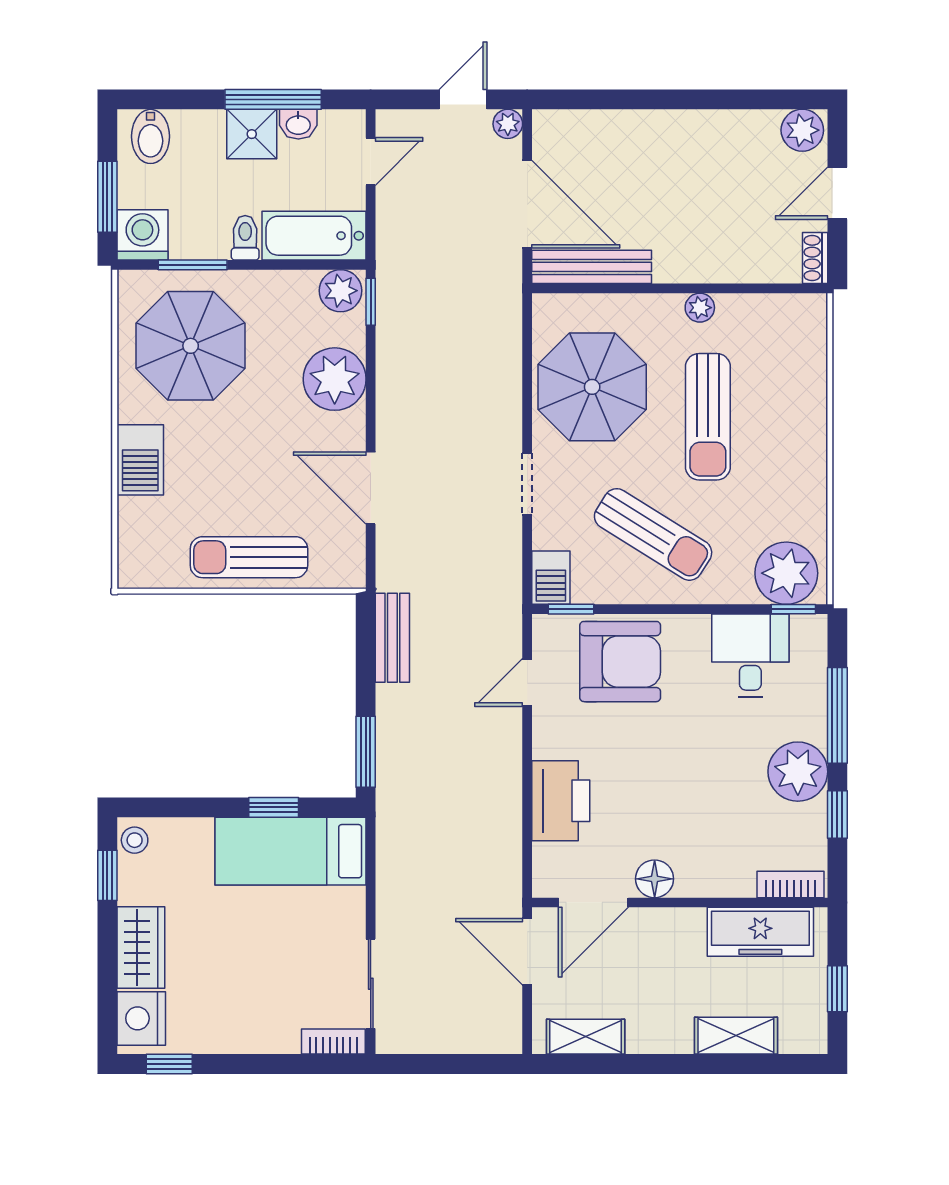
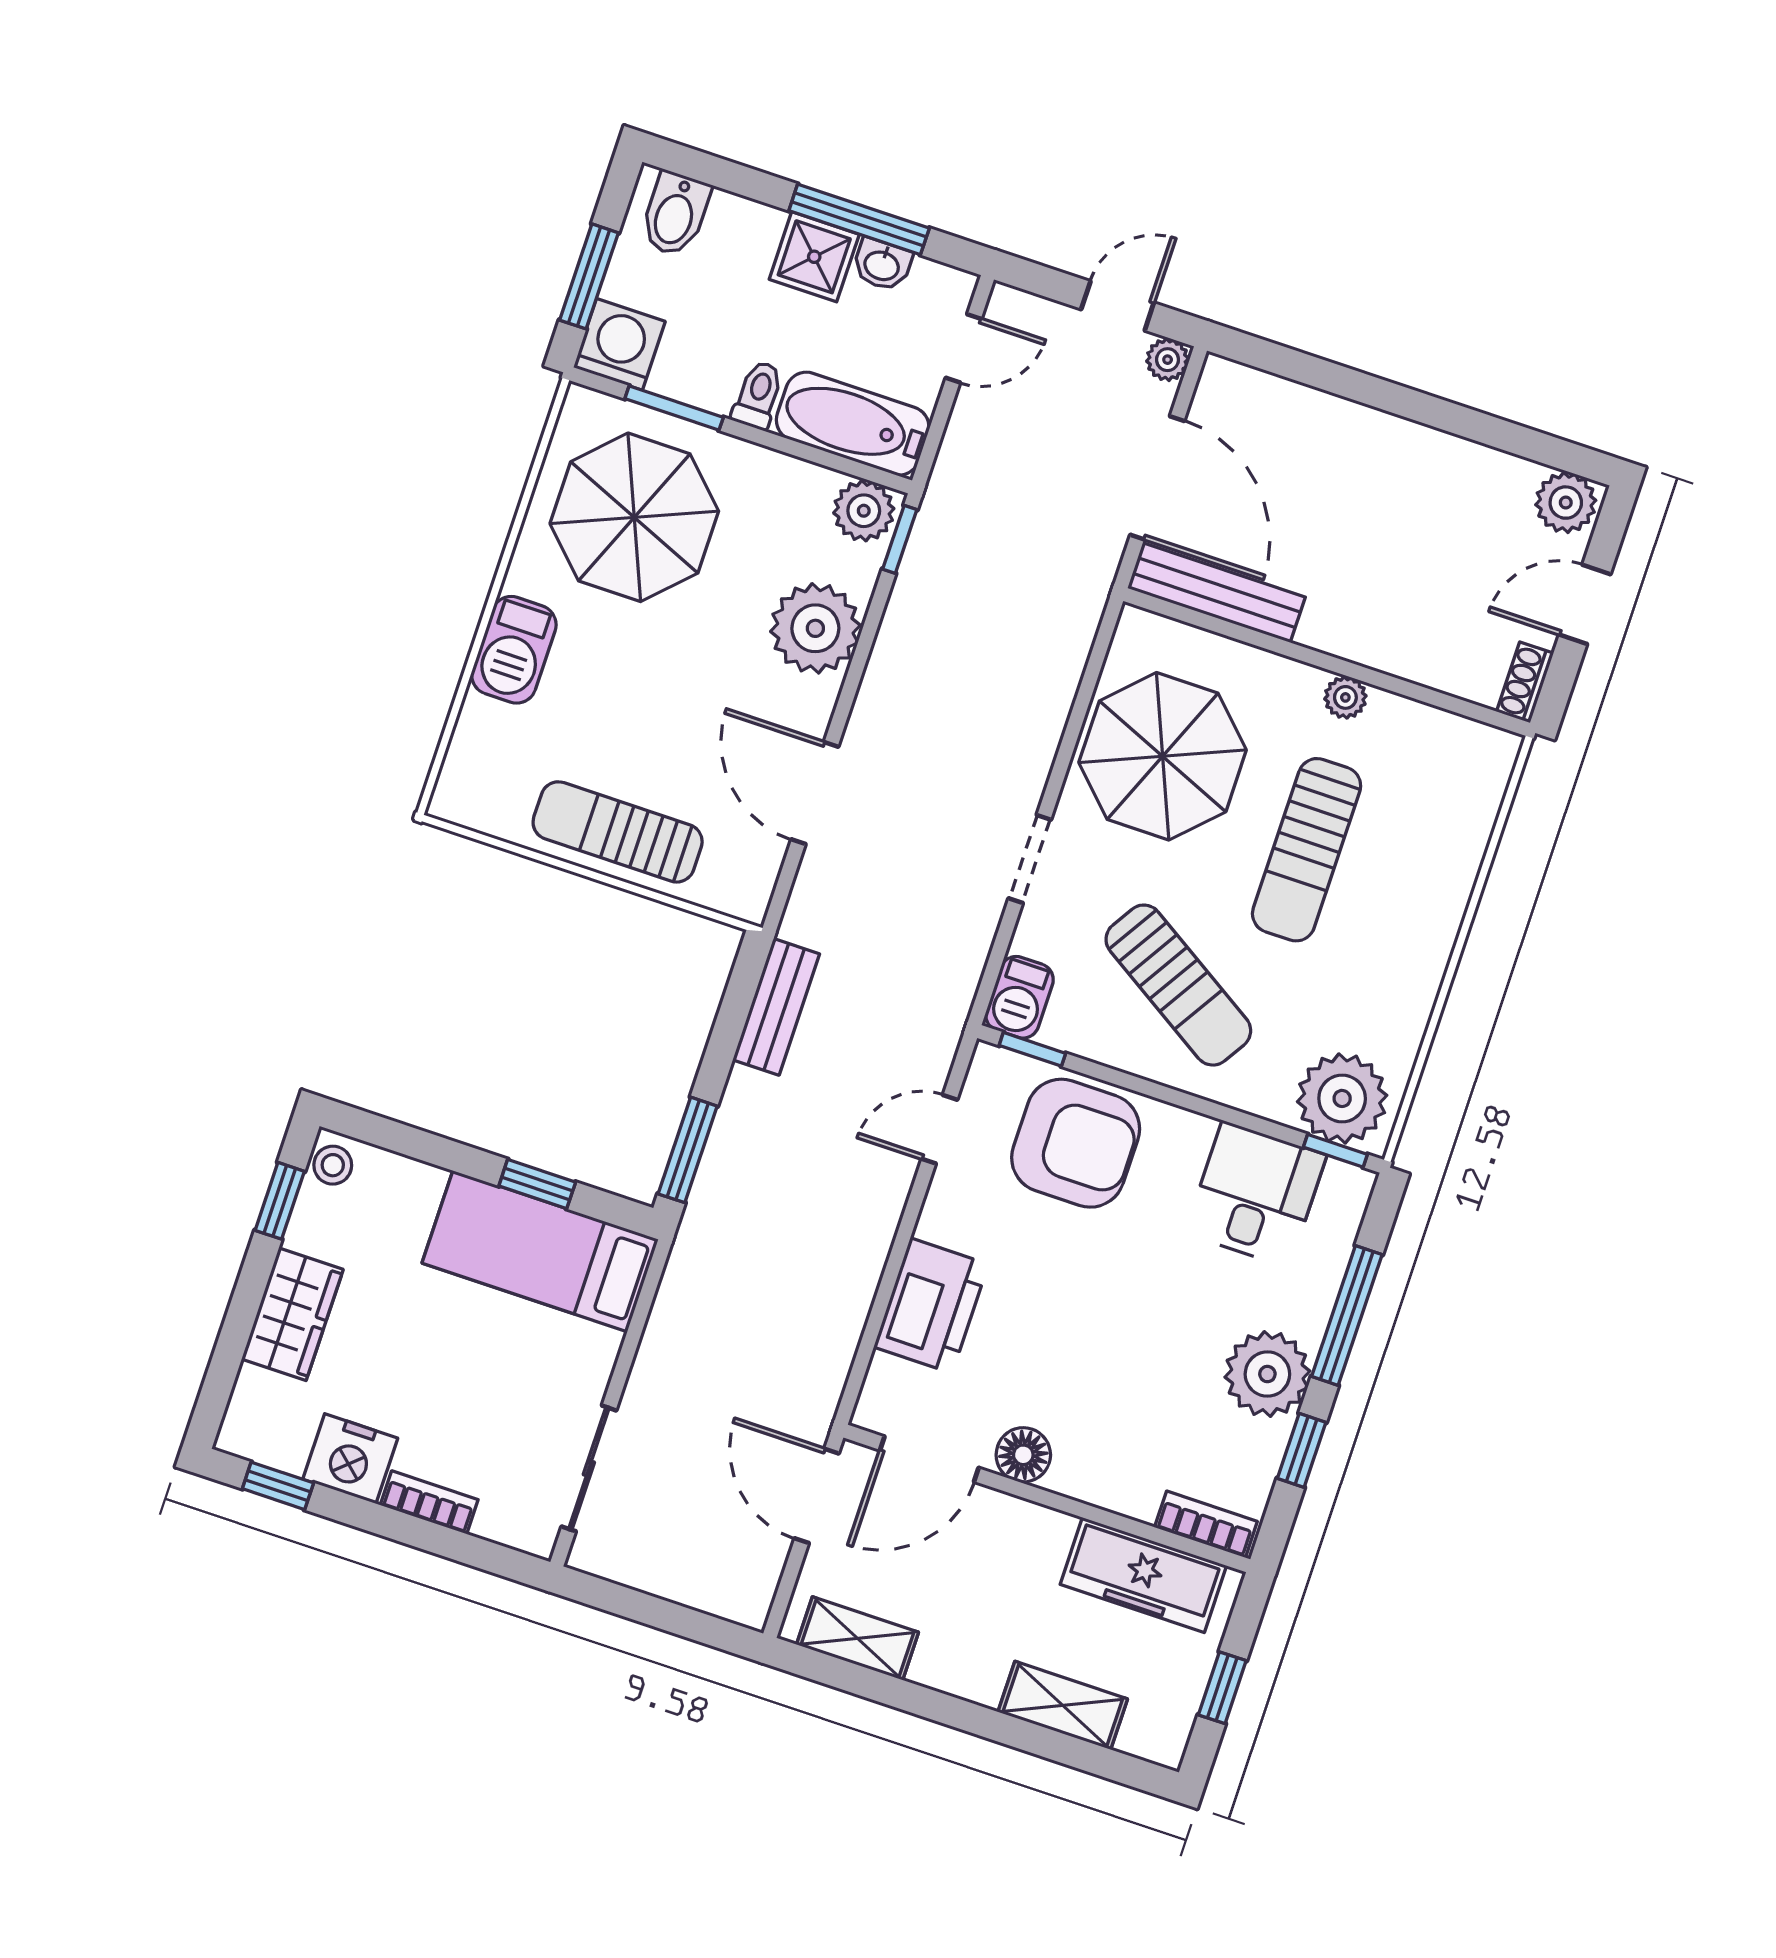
nightstand: (141, 1018) -> (350, 1459), moved, turned -90
bookcase: (333, 1042) -> (429, 1502), moved

